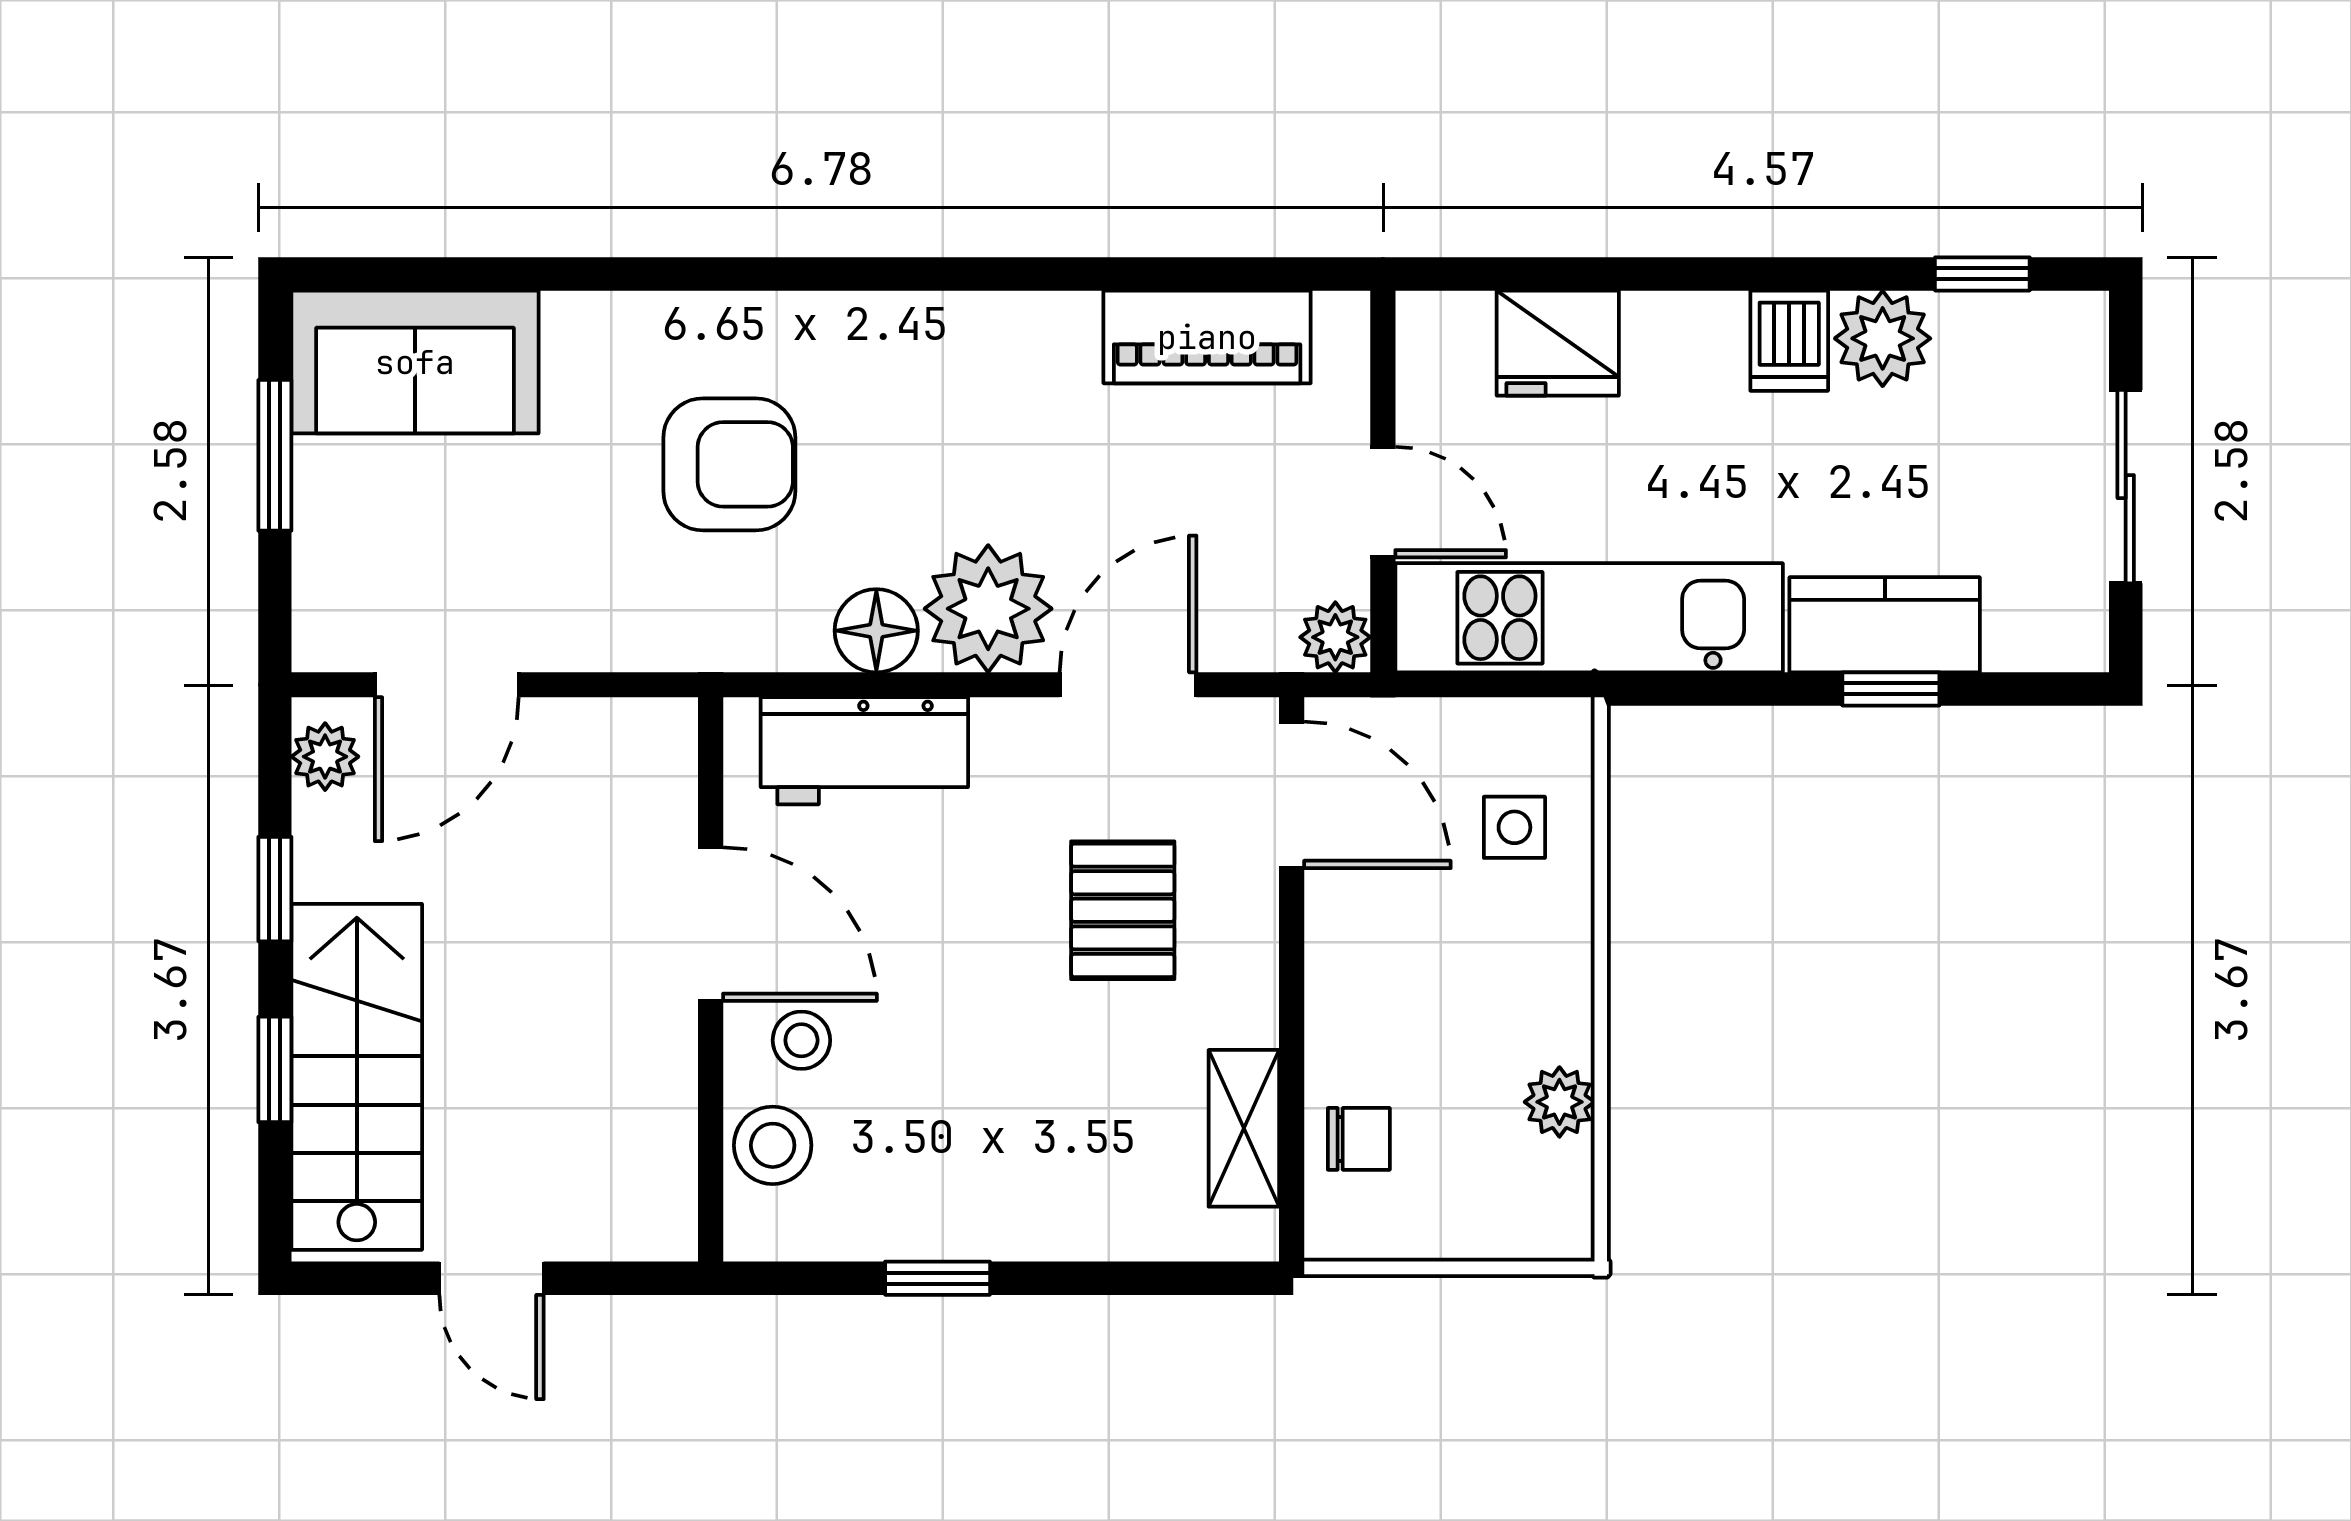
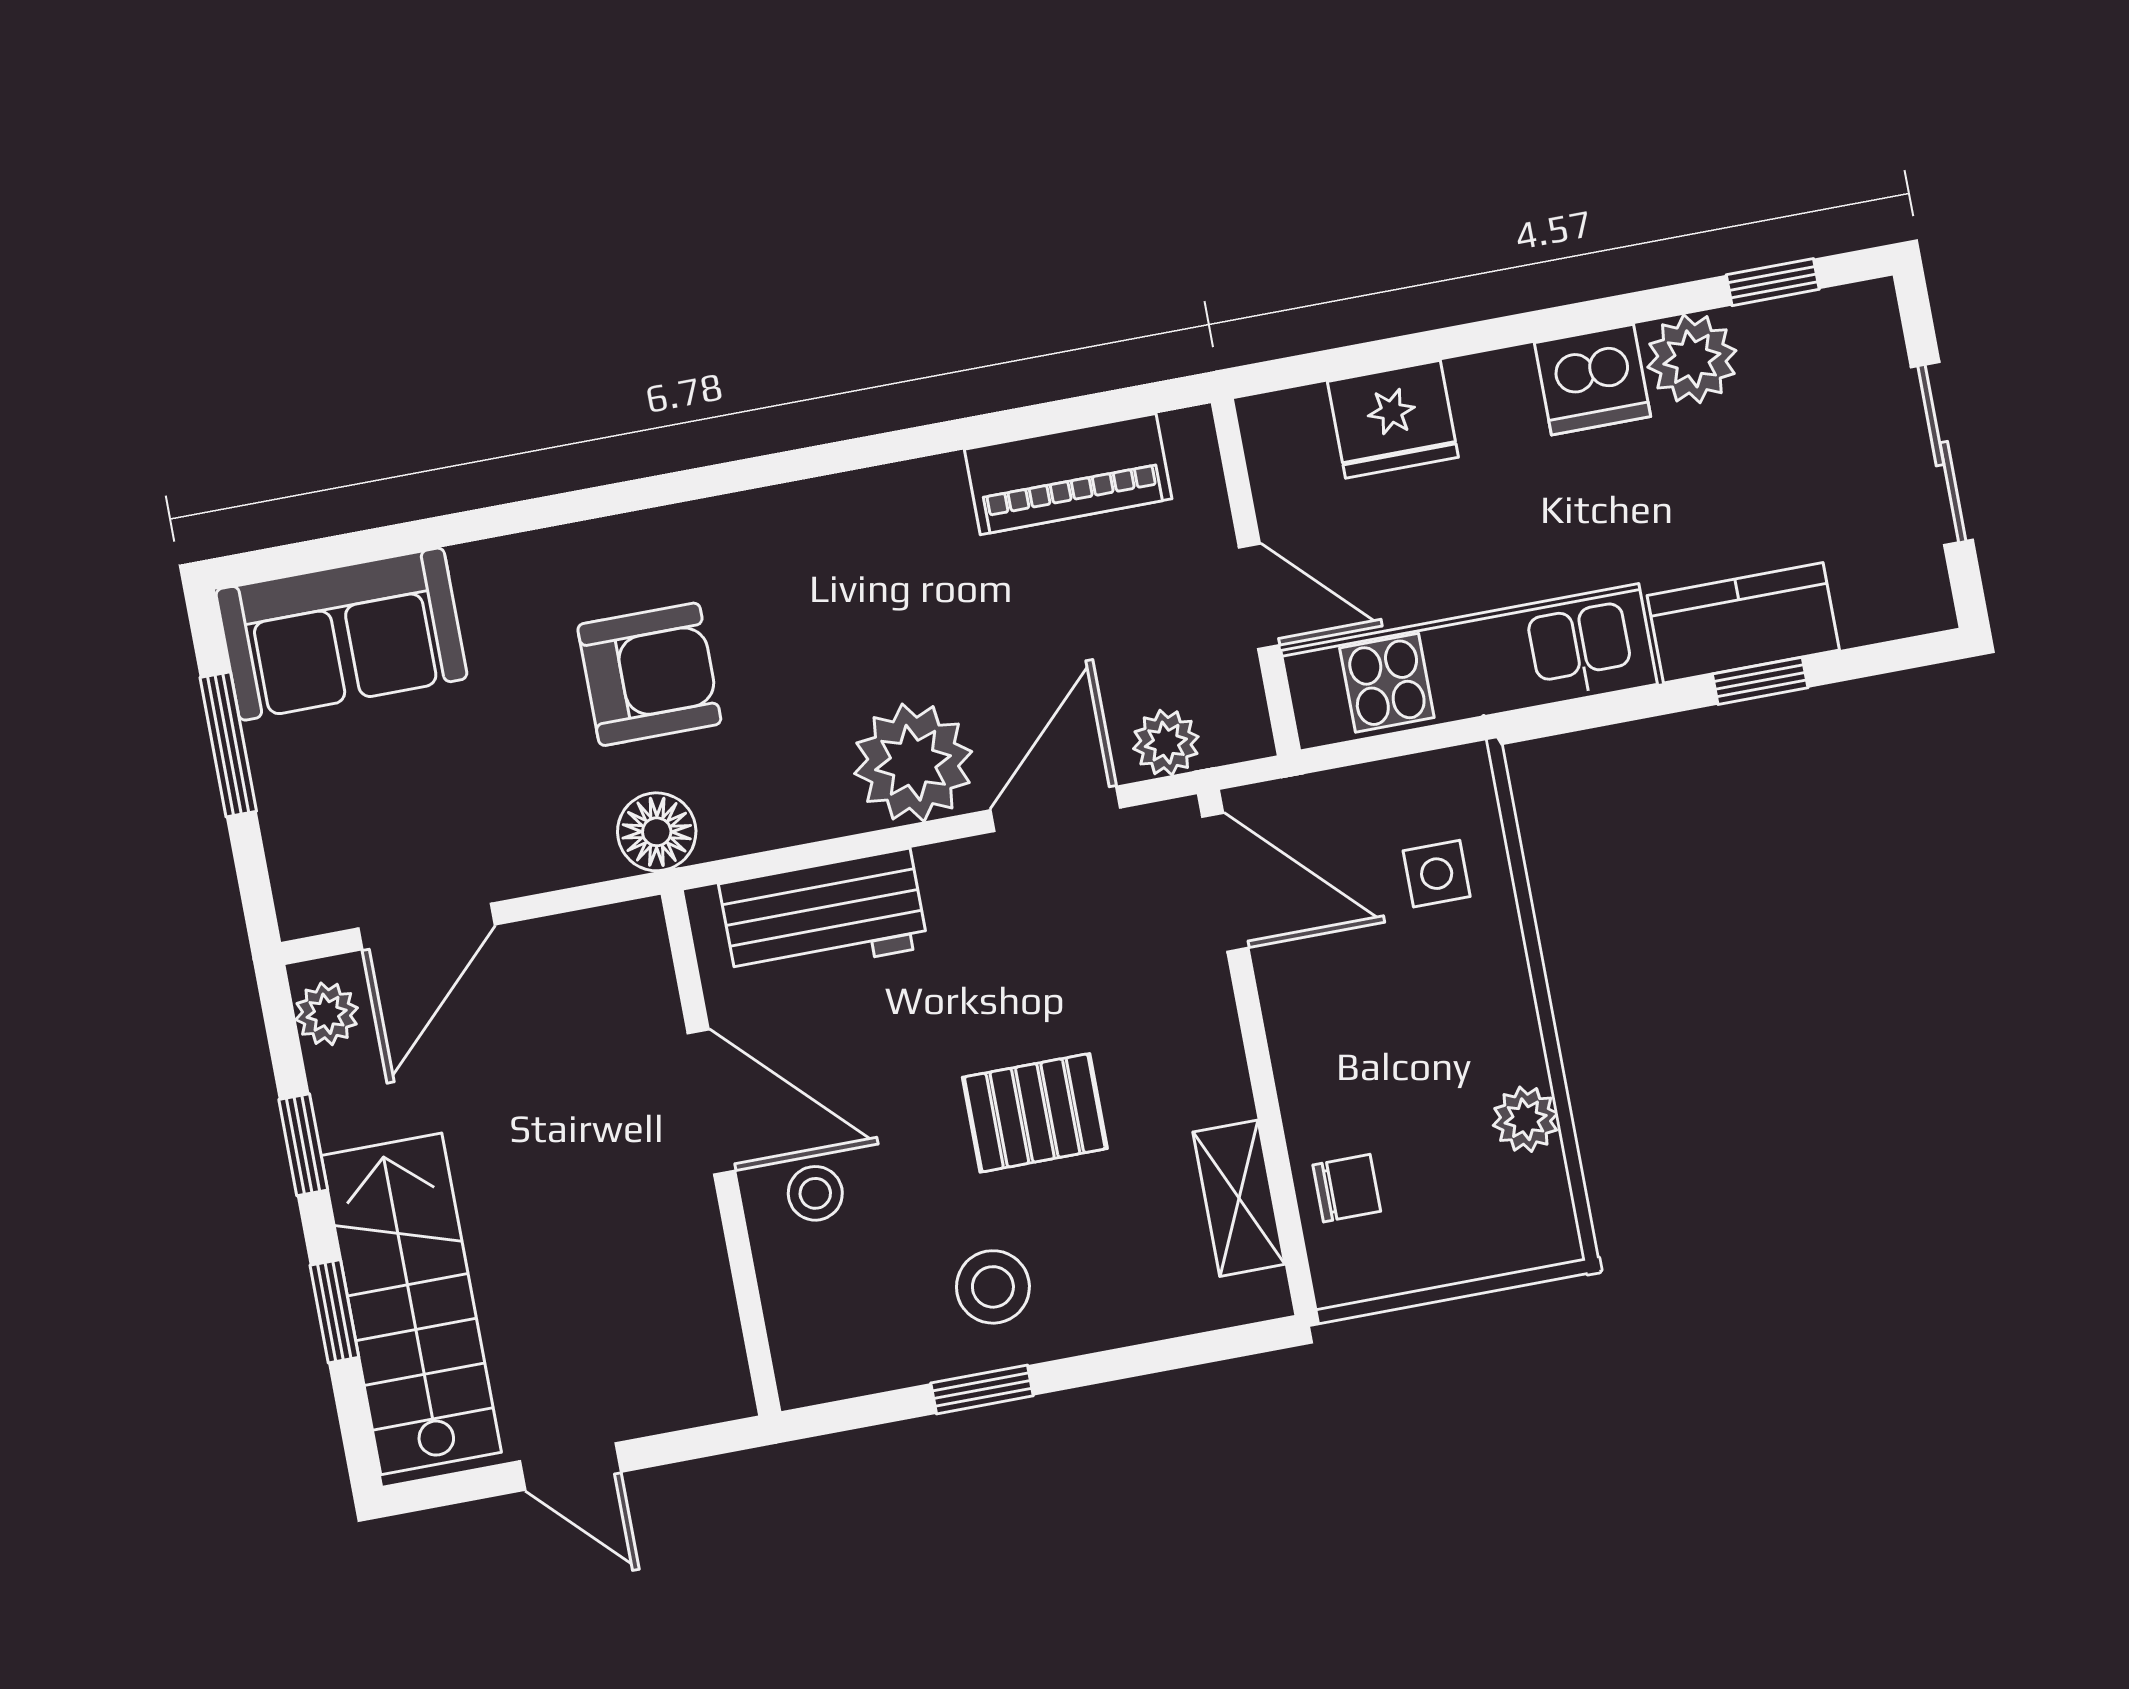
dishwasher: (1789, 341) -> (1593, 380), width x1.38
floor lamp: (876, 631) -> (657, 832), moved
plant: (1335, 637) -> (1166, 743), moved
pallet: (1123, 910) -> (1035, 1113), moved, turned 90
stool: (773, 1145) -> (993, 1287), moved

